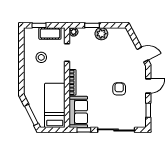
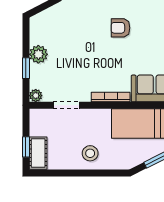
cot: (50, 33) -> (38, 153), moved
stool: (41, 57) -> (90, 153), moved

